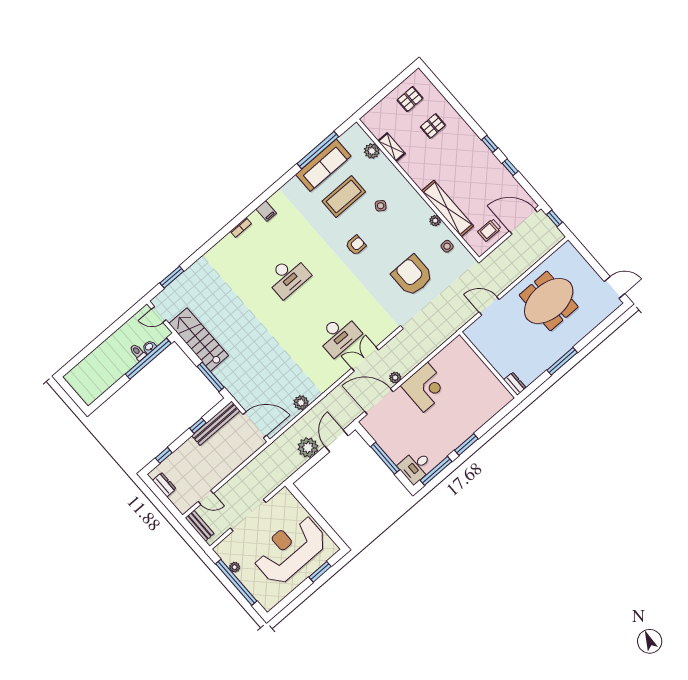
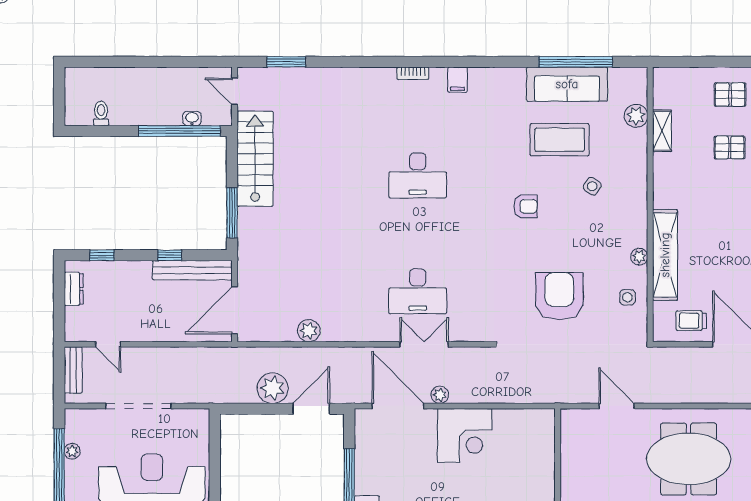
toilet: (138, 352) -> (101, 113), moved
door: (255, 425) -> (235, 310), swing flipped

